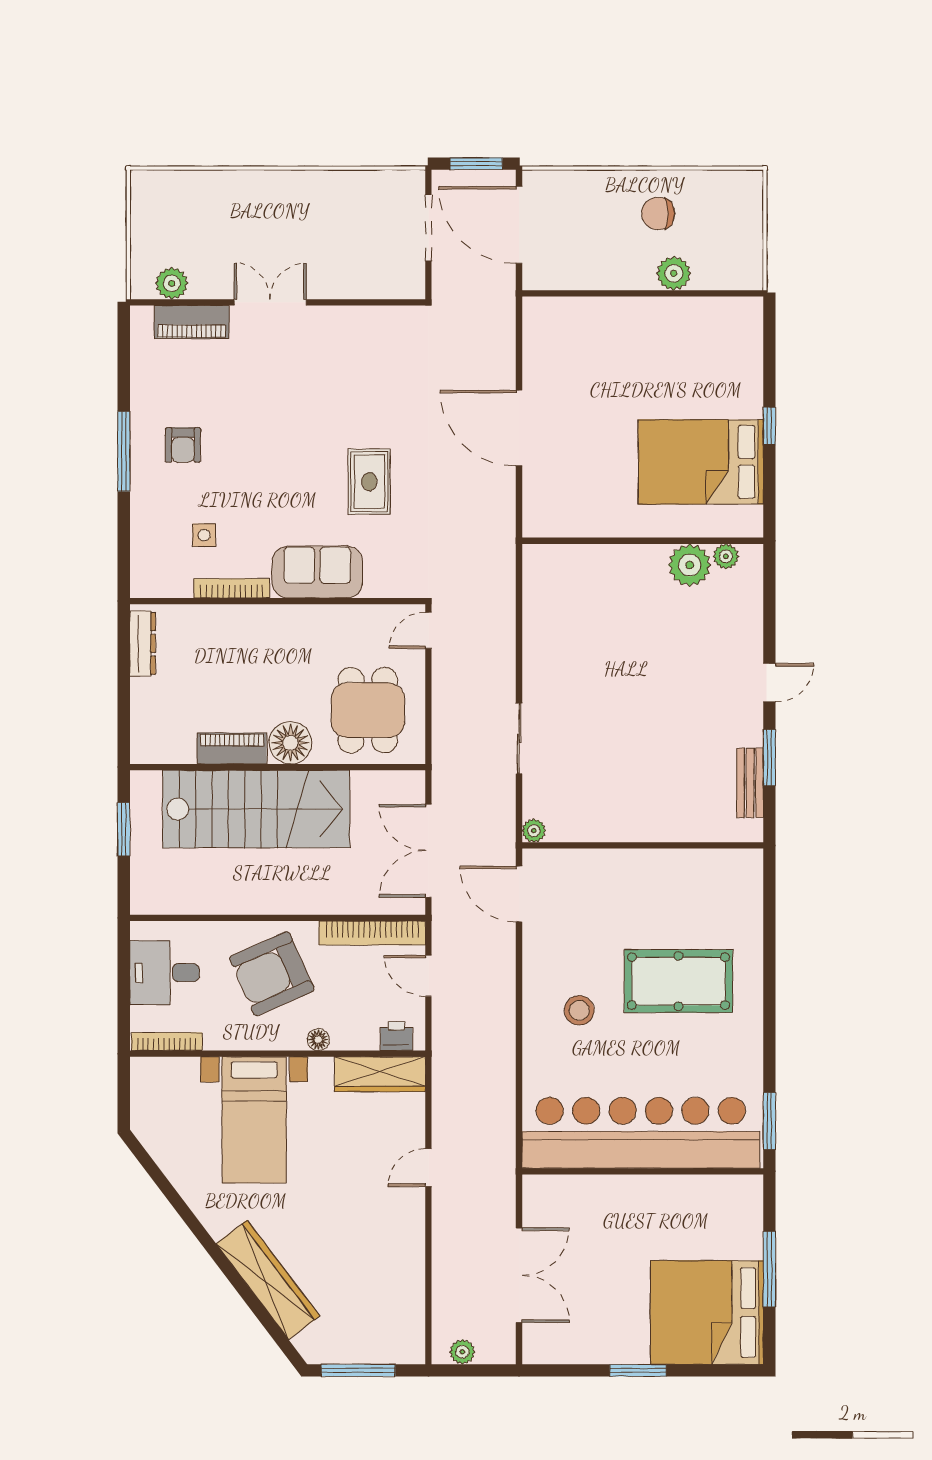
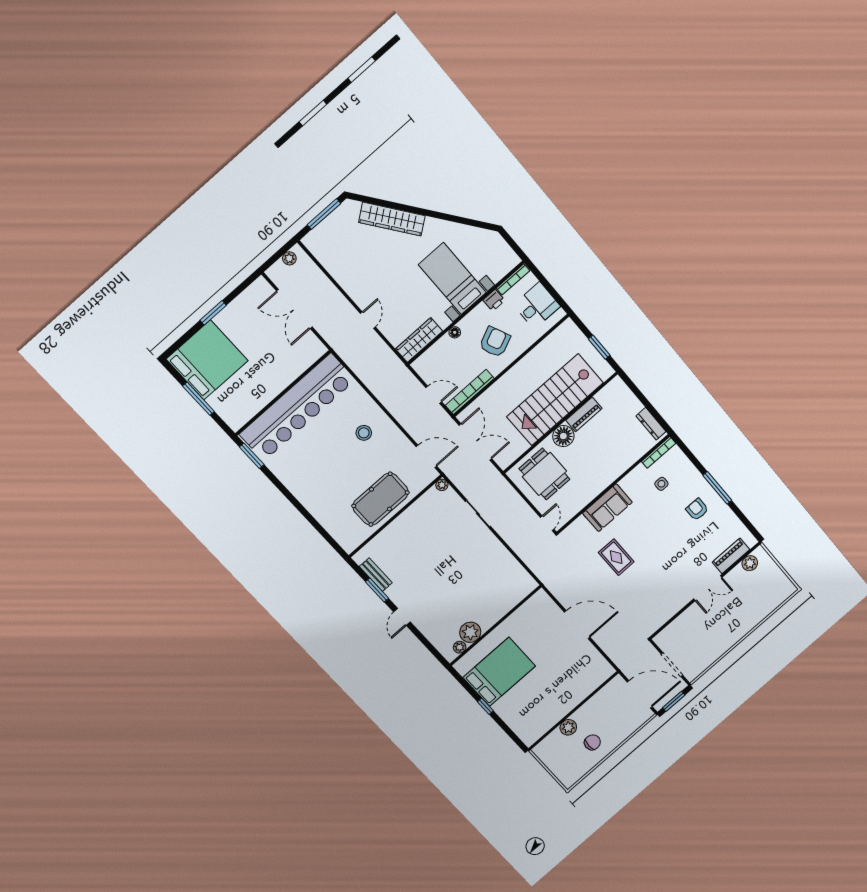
bookcase: (232, 588) -> (659, 452), moved
armchair: (272, 974) -> (495, 342), width x0.73, depth x0.73
pool table: (678, 981) -> (381, 499), moved
printer: (396, 1036) -> (494, 300), moved

